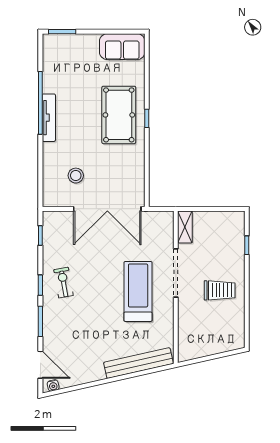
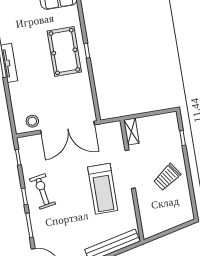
stool: (76, 176) -> (32, 121), moved
exercise bike: (63, 283) -> (42, 191), width x1.38, depth x1.39
trolley: (220, 290) -> (167, 177), turned 145
treadmill: (138, 291) -> (103, 189), turned 180

